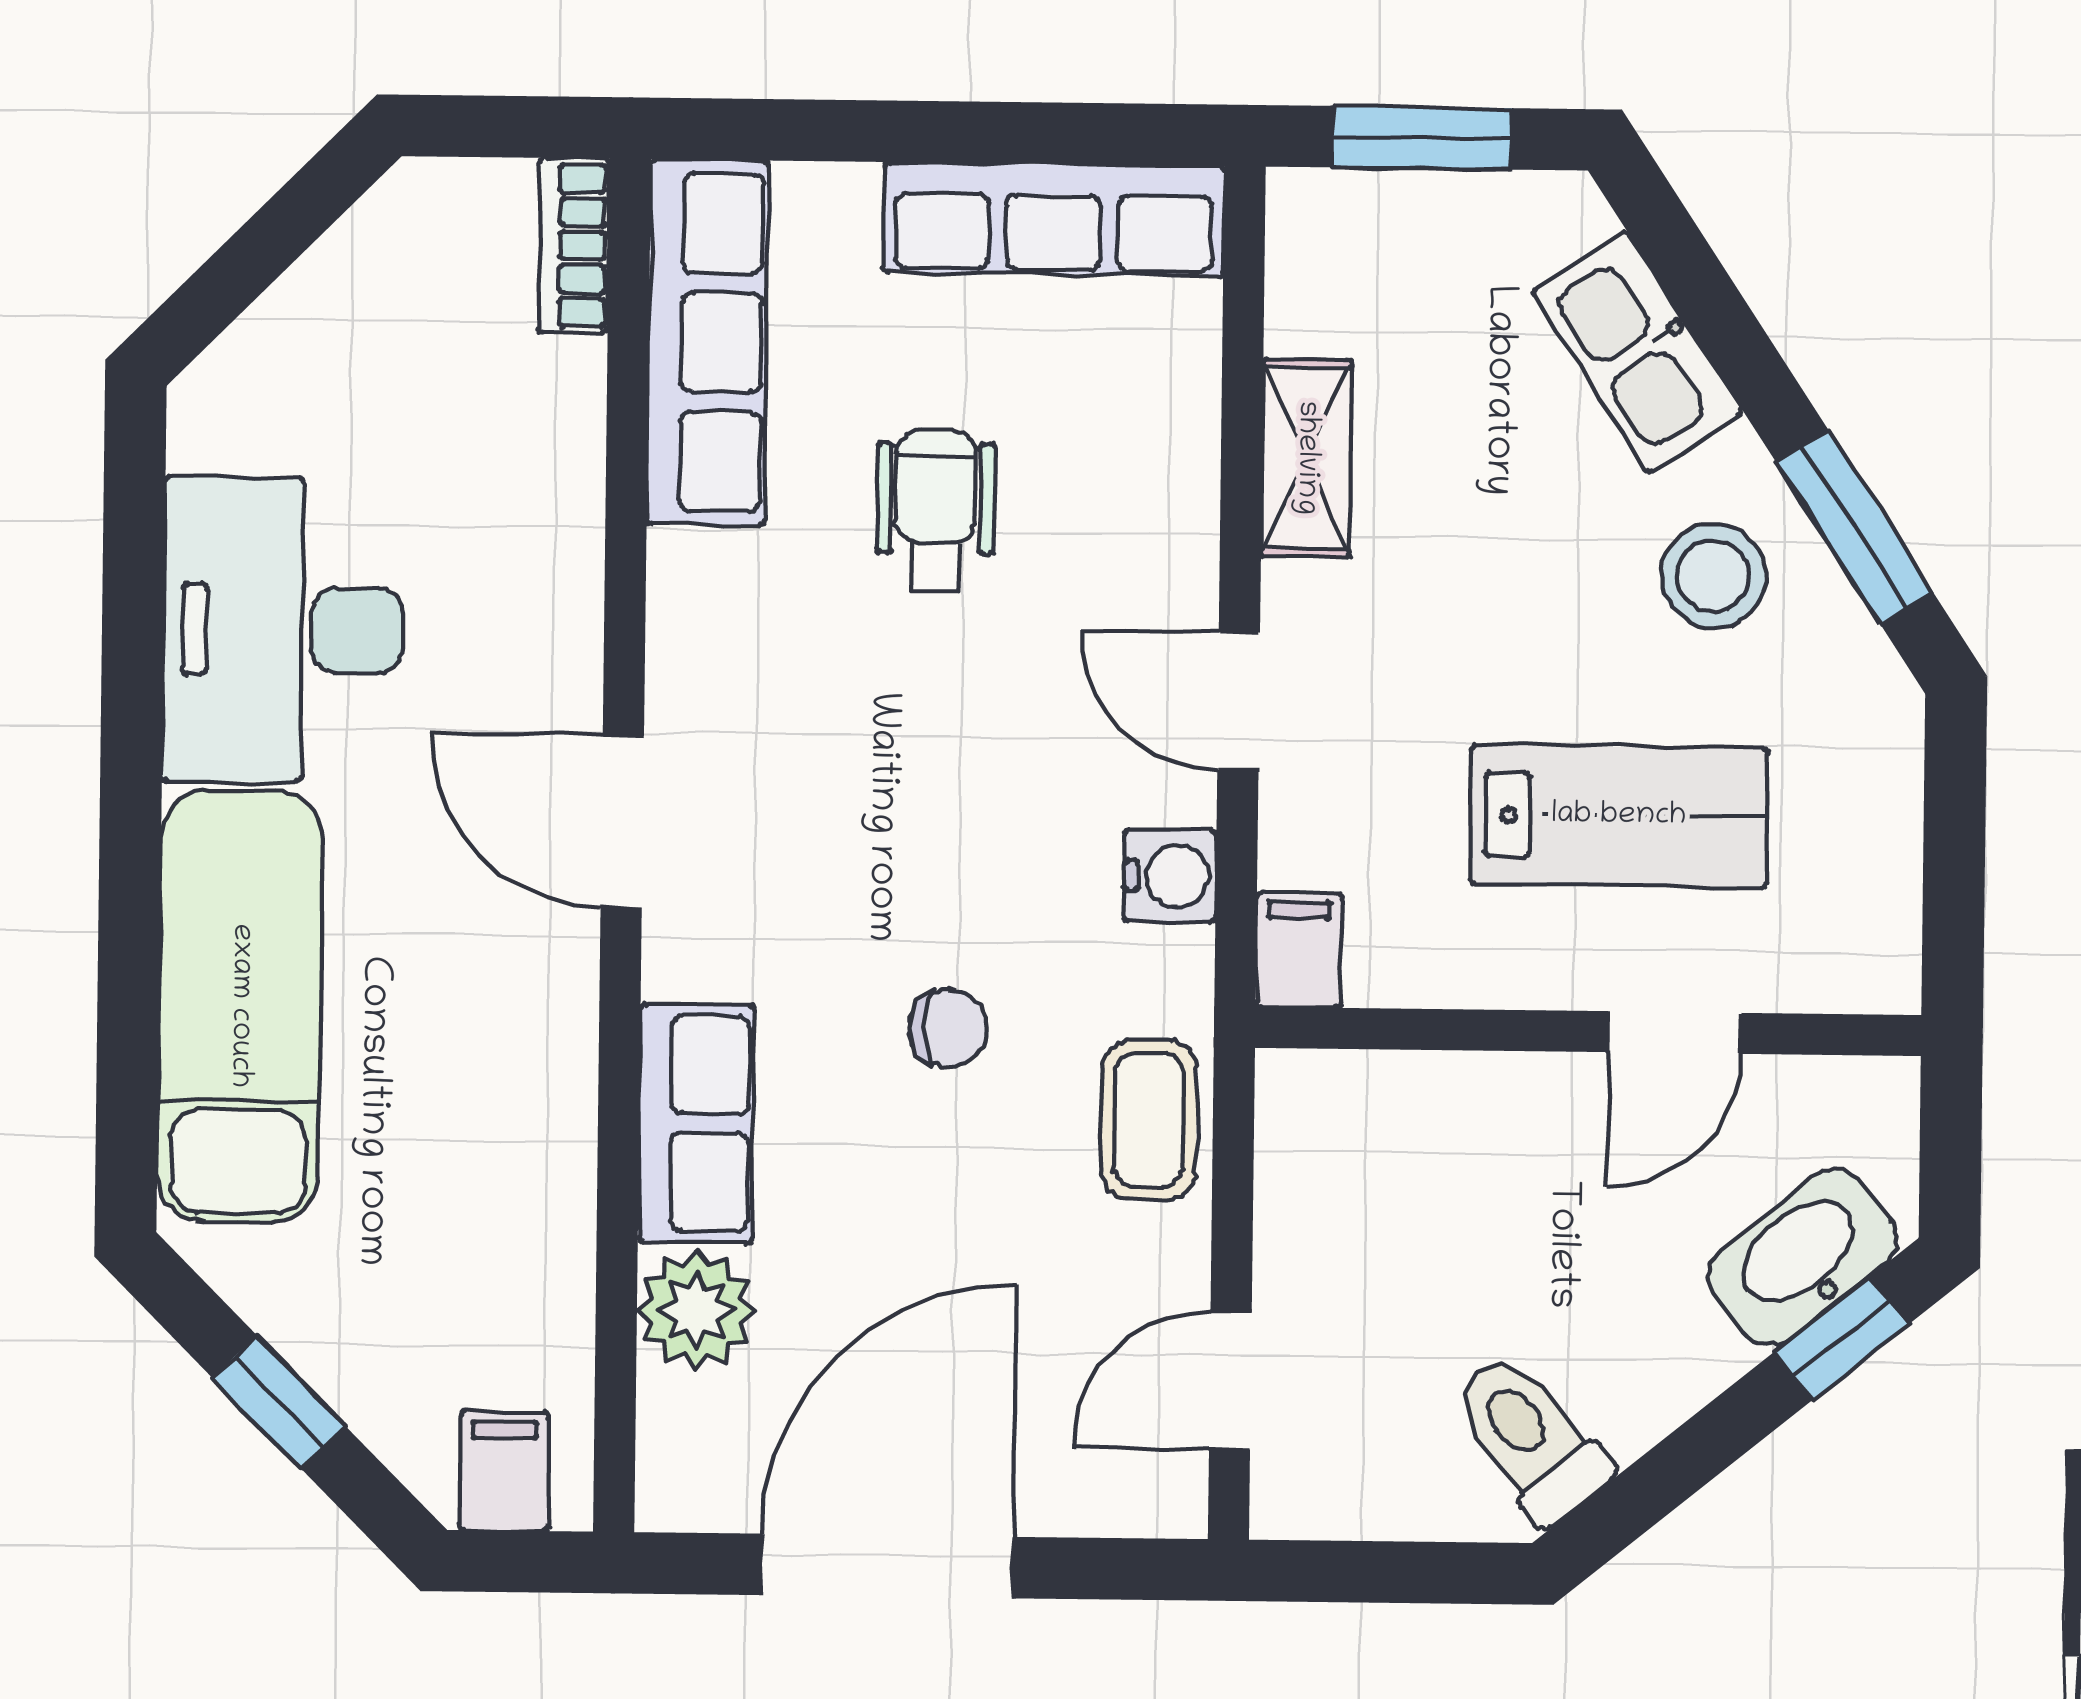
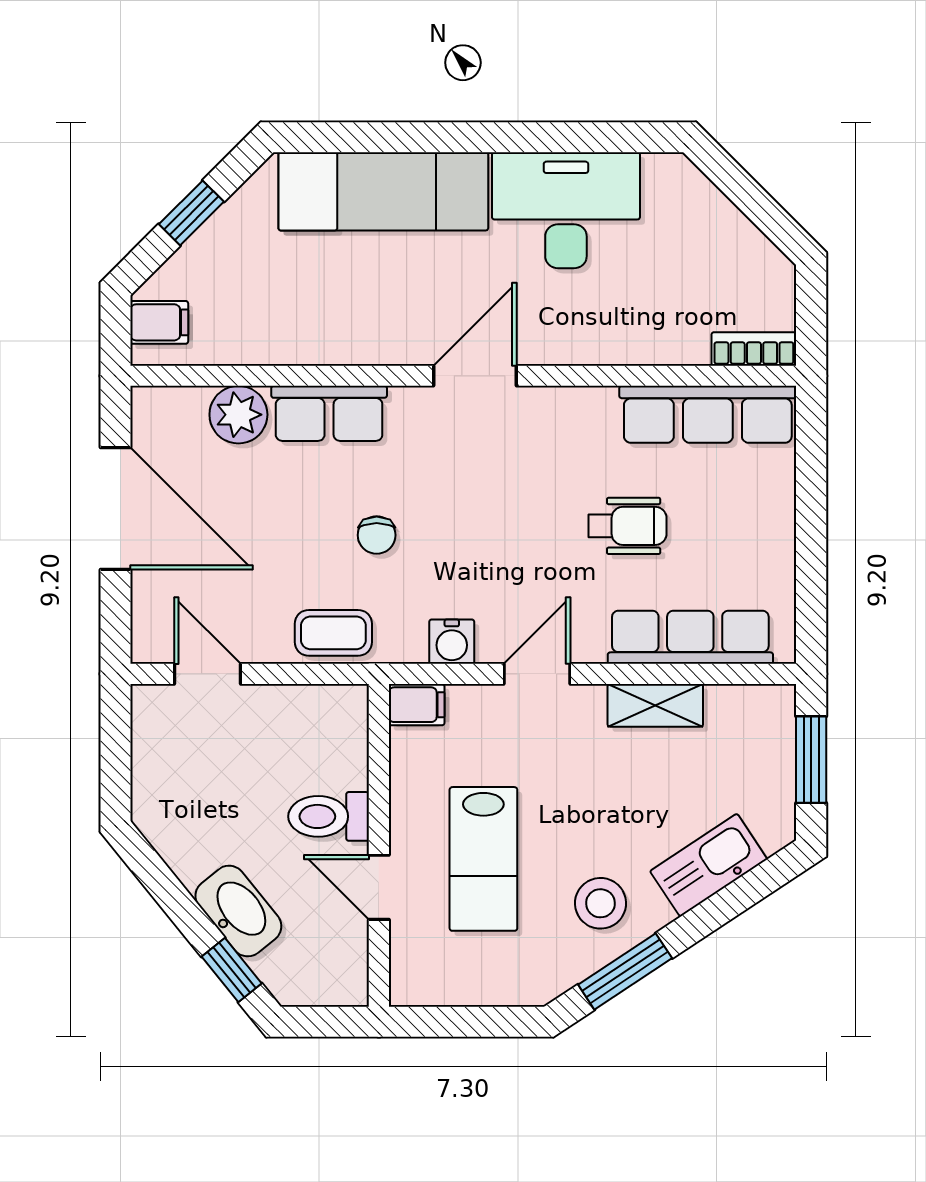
row of seats: (1054, 219) -> (690, 637), moved, turned 90
washbasin: (1803, 1258) -> (238, 911), moved
toilet: (1531, 1438) -> (329, 816), moved, turned -141

